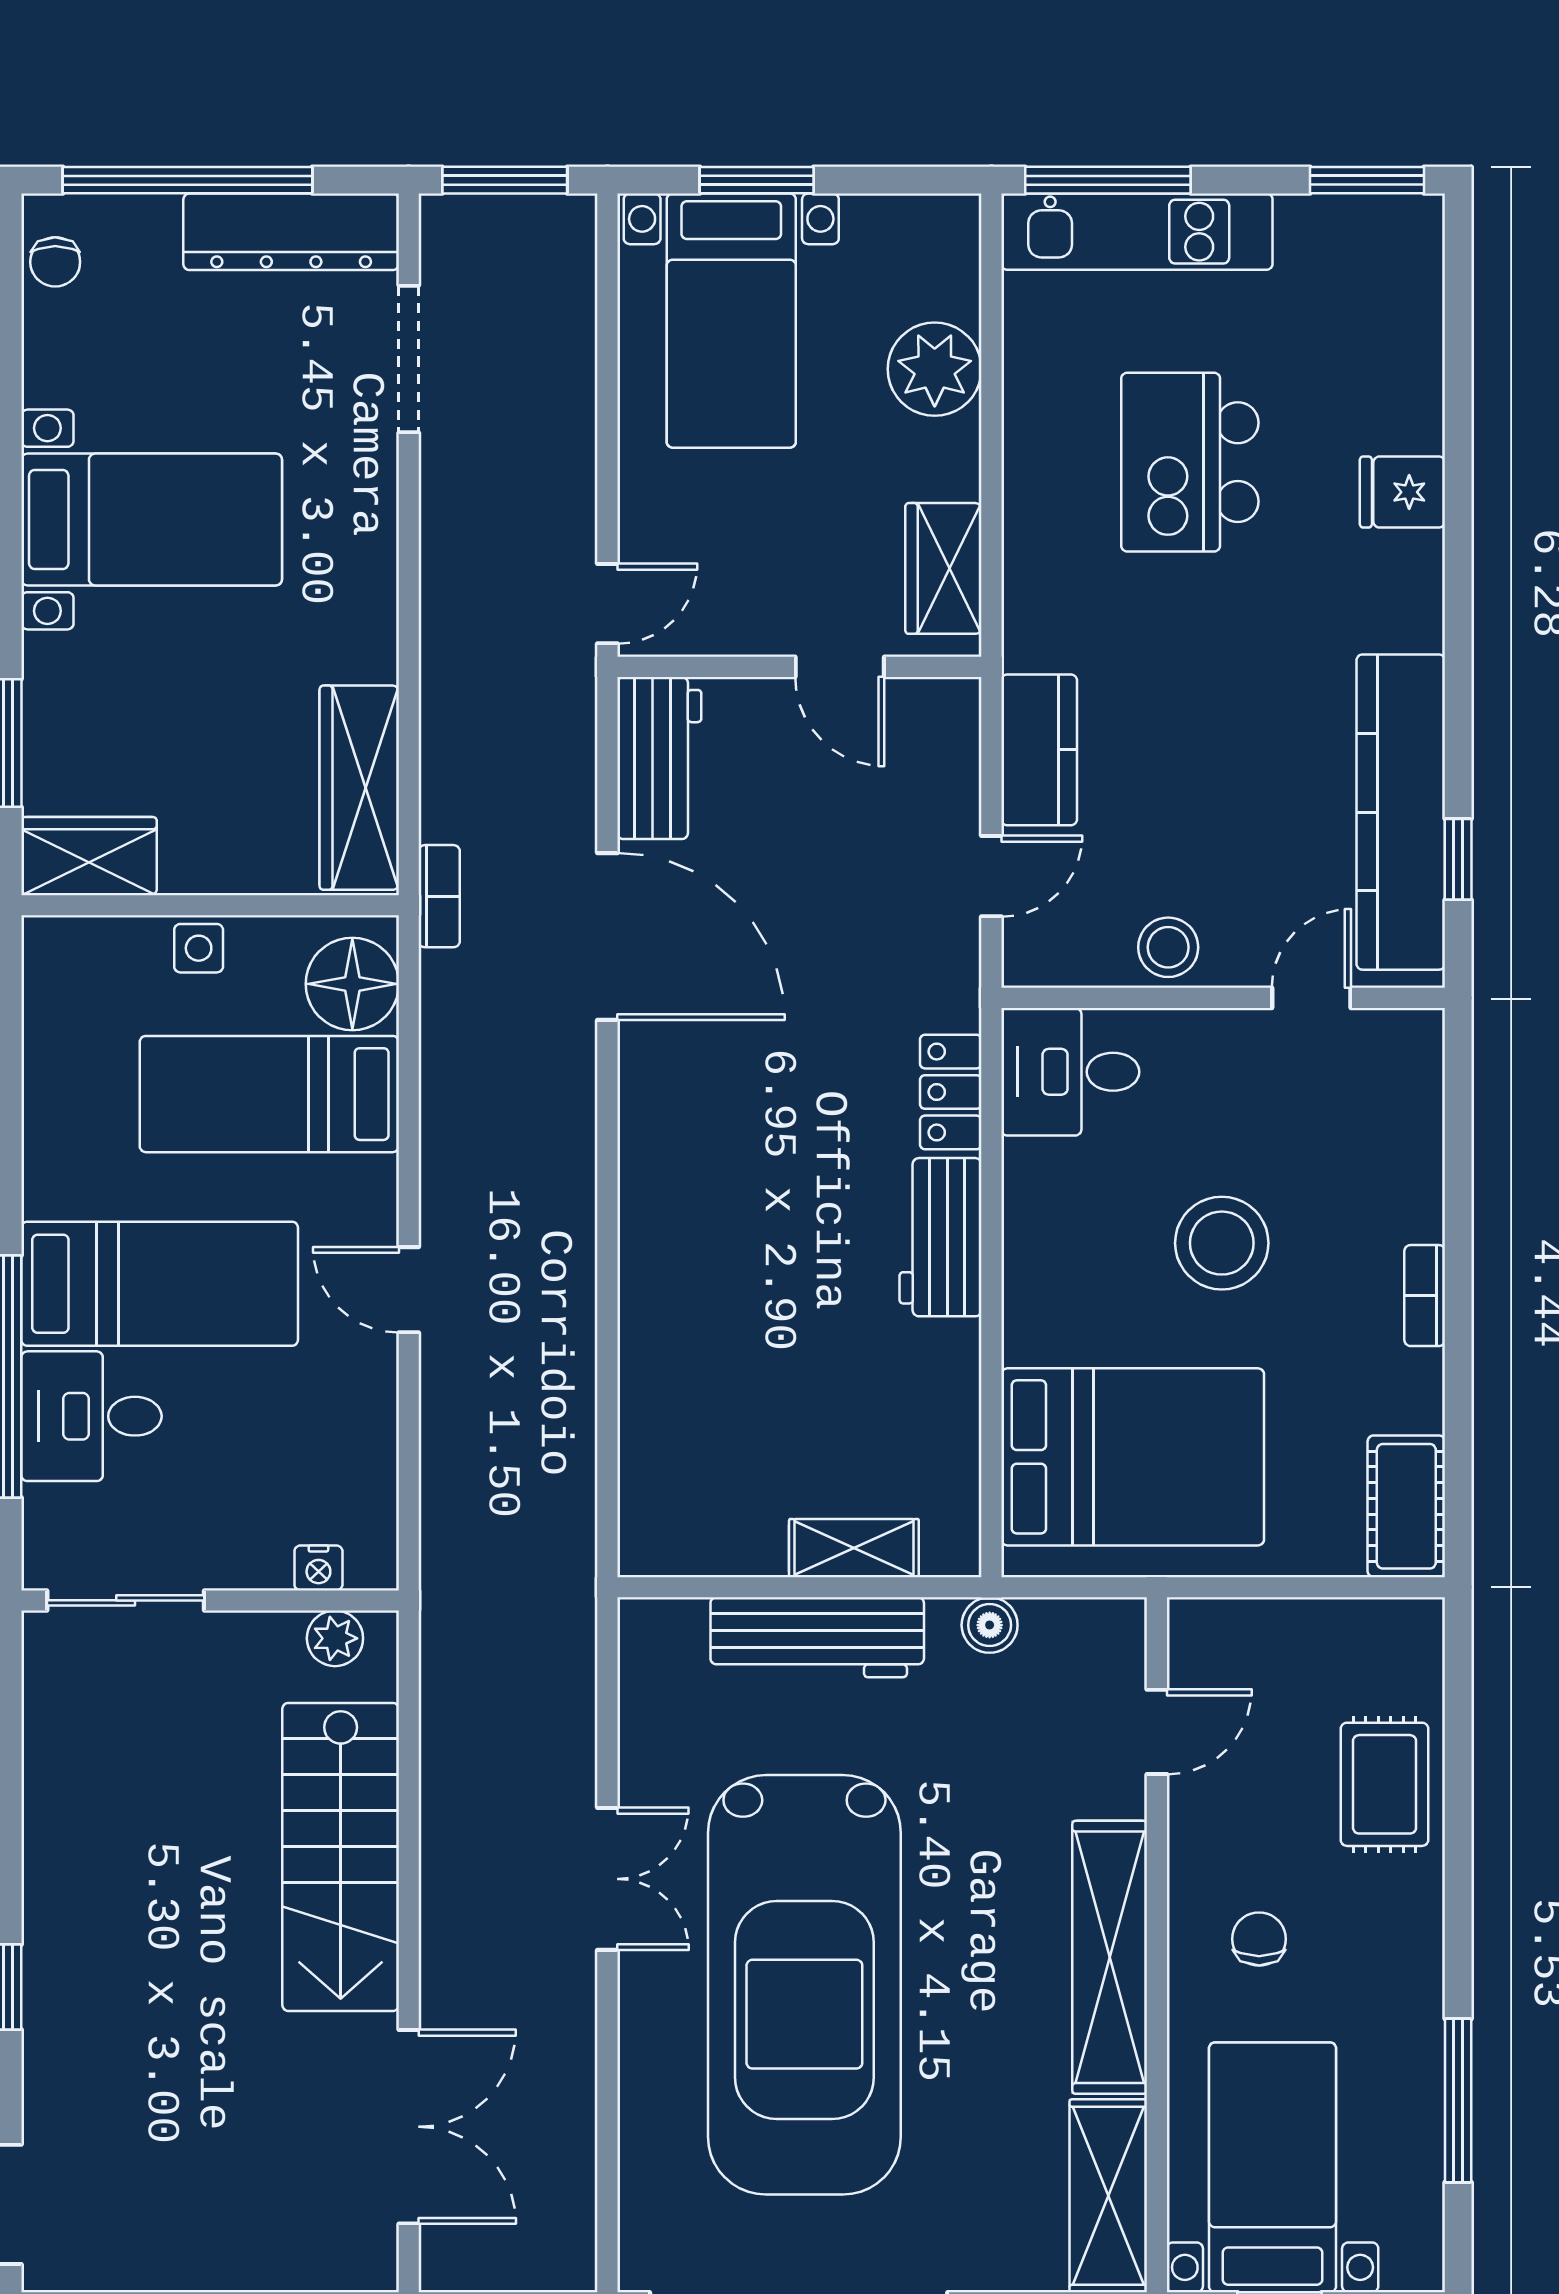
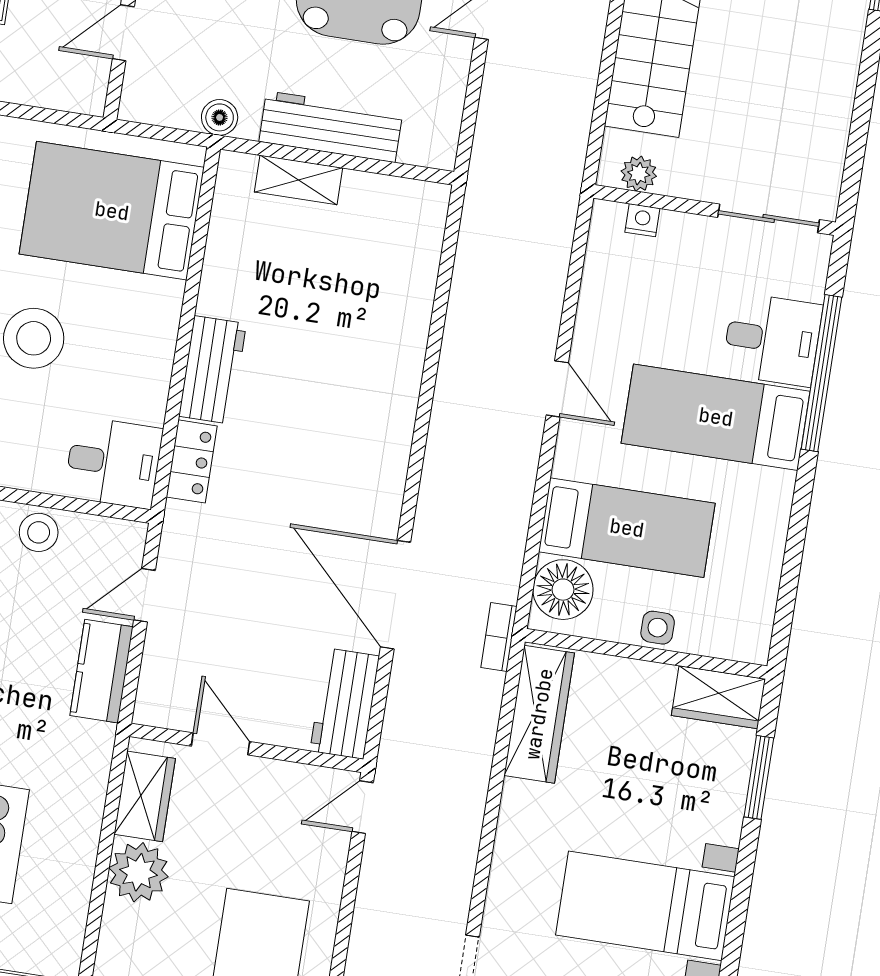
plant: (935, 369) -> (139, 872), moved

